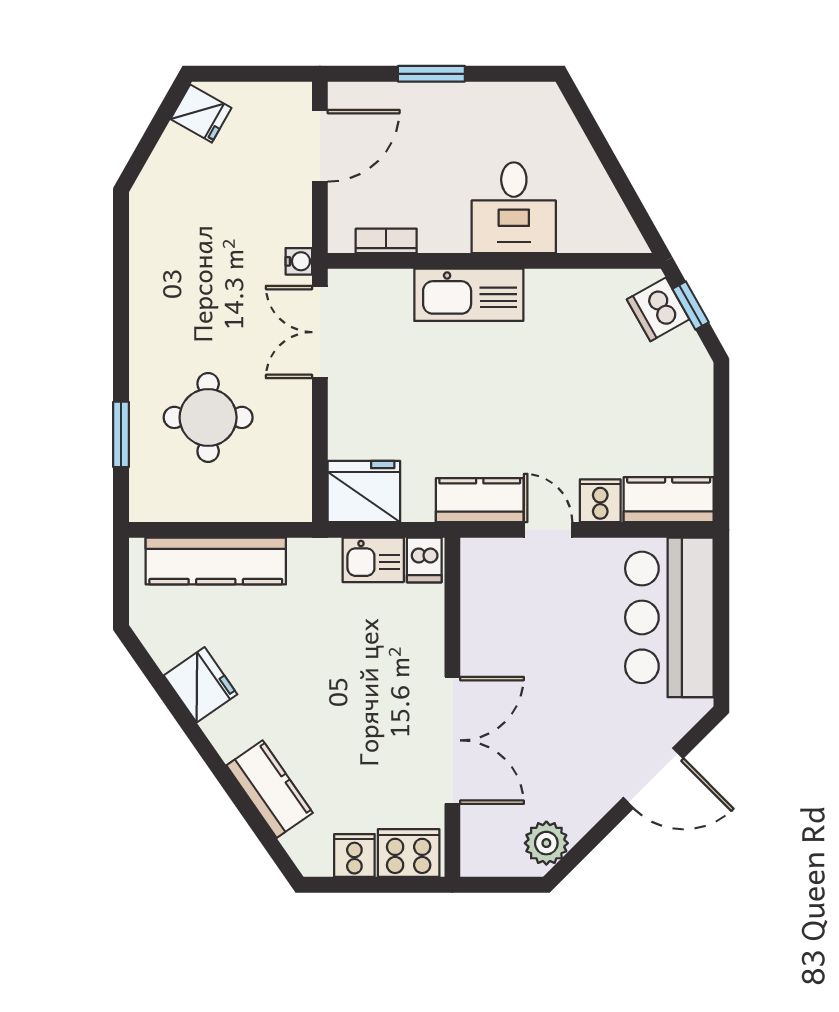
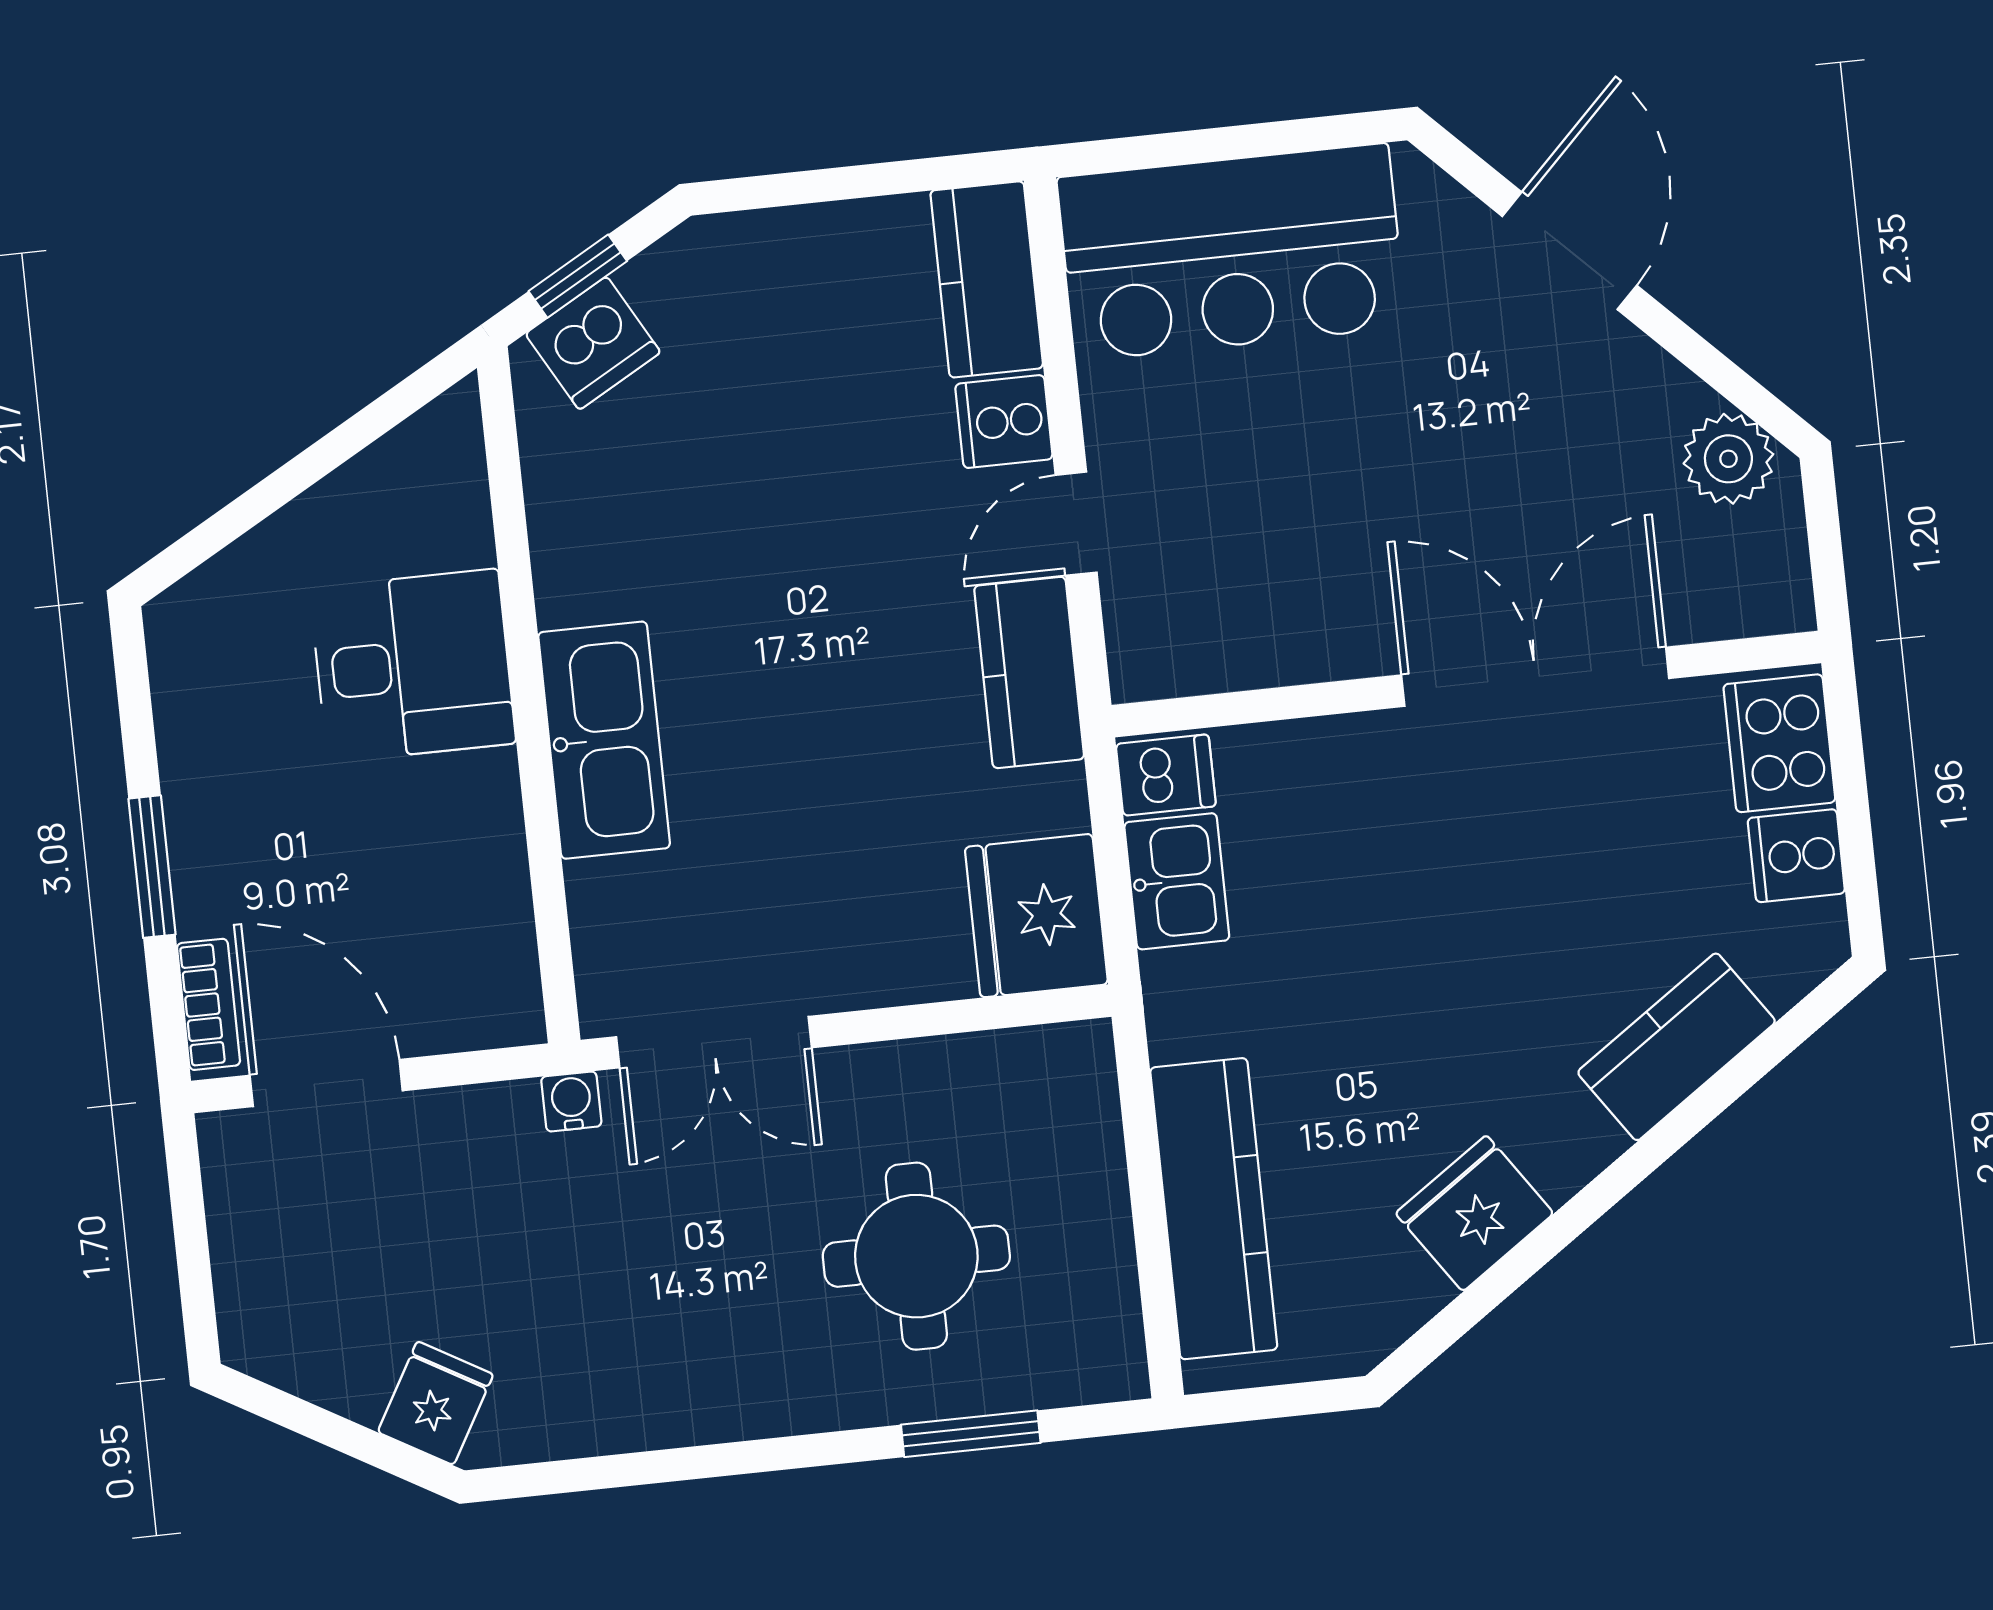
fridge: (201, 114) -> (435, 1403), moved
bookcase: (386, 241) -> (209, 1004), moved, turned 180

